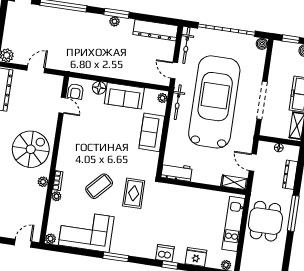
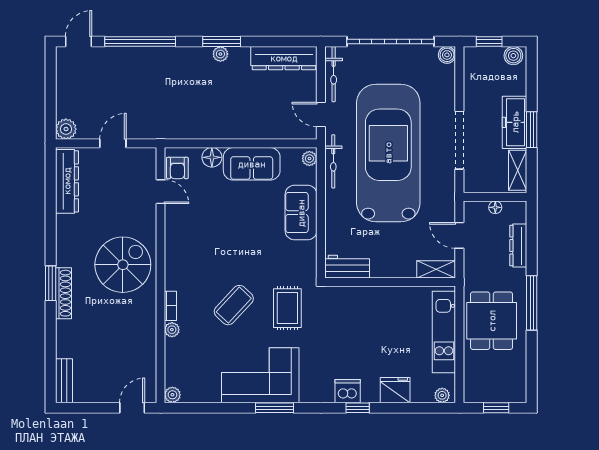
plant: (43, 182) -> (149, 311), removed
corner sofa: (86, 231) -> (260, 375), moved

